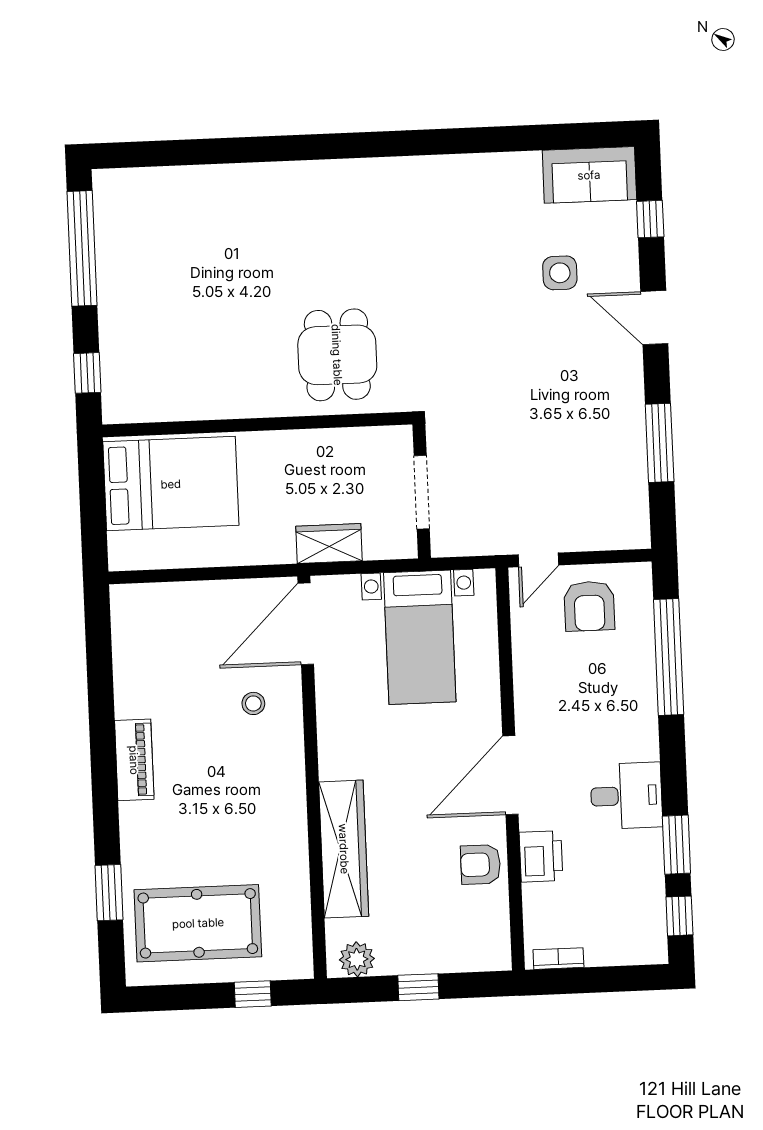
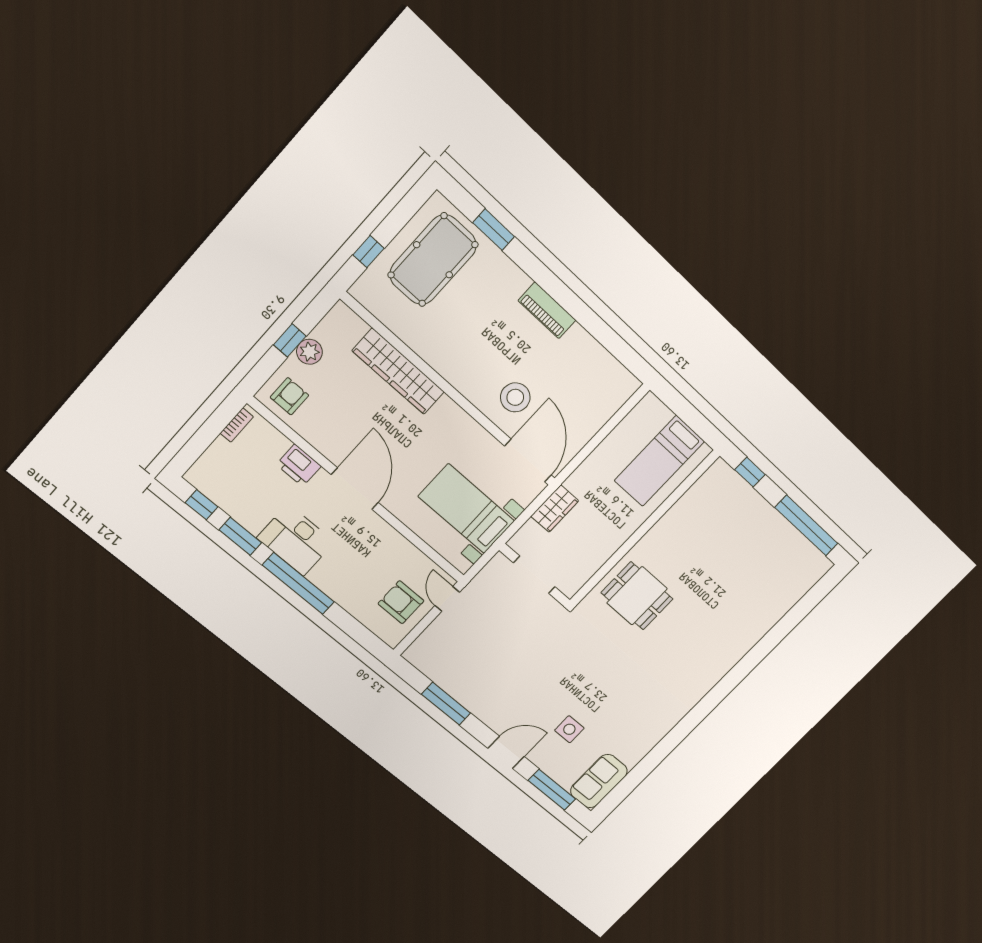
window: (650, 219) -> (552, 790), width x2.17
bed: (171, 484) -> (659, 461), width x0.67
window: (669, 657) -> (298, 583), moved
stool: (253, 703) -> (515, 397), width x1.89, depth x1.89
desk: (626, 796) -> (296, 540), width x1.37
armchair: (481, 865) -> (289, 396), moved
plant: (357, 959) -> (309, 352), moved

